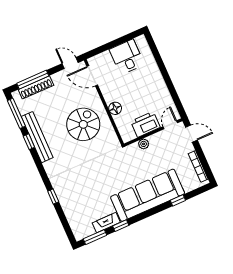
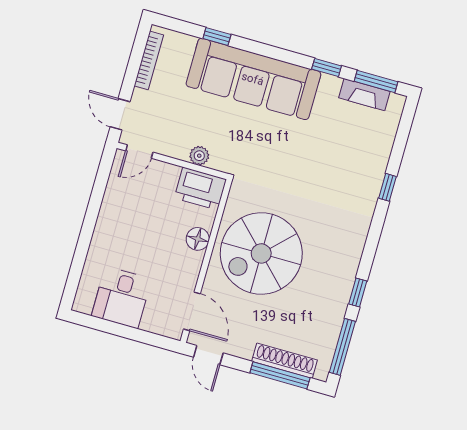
spiral stairs: (83, 124) -> (261, 253), width x1.37, depth x1.37
printer: (145, 124) -> (200, 189), moved
bench: (37, 137) -> (341, 289), removed
fireplace: (106, 223) -> (364, 95), moved

